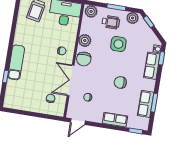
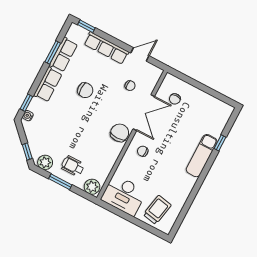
plant: (85, 41) -> (111, 154), removed
side table: (118, 44) -> (72, 137), removed
row of seats: (152, 66) -> (48, 85), moved
row of seats: (115, 120) -> (106, 48), width x1.48
door: (78, 122) -> (140, 54), moved

